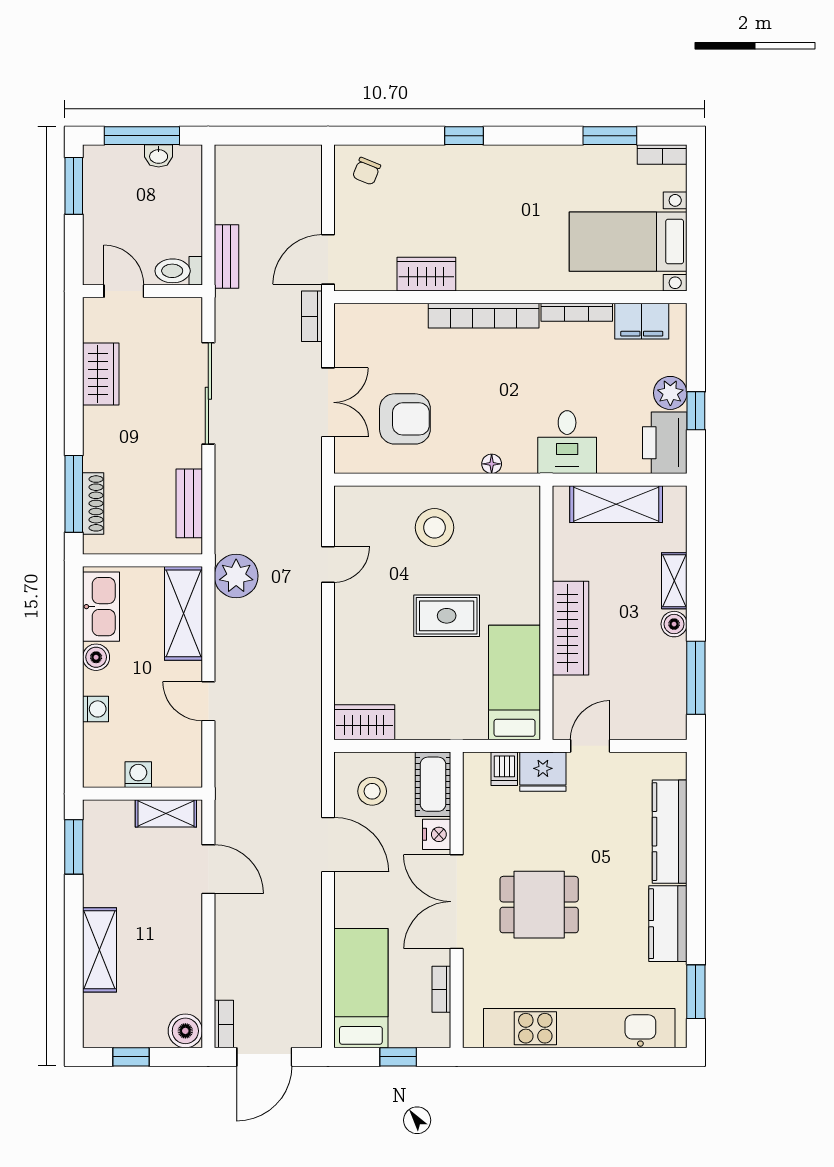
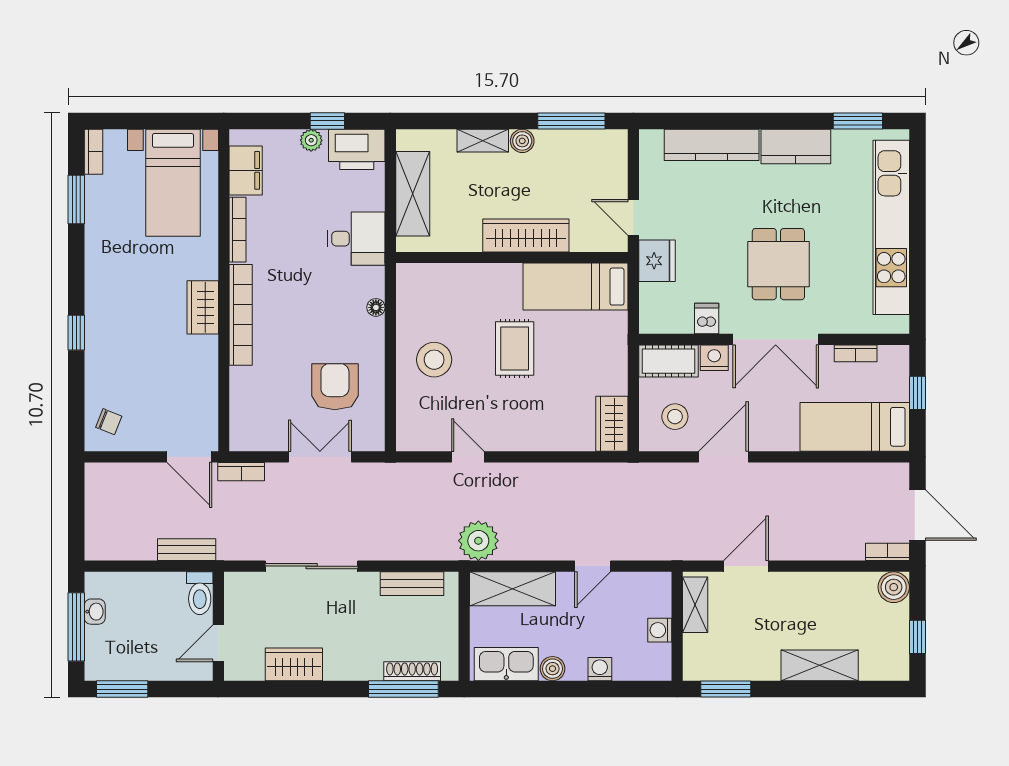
wardrobe: (426, 274) -> (203, 307), moved
plant: (670, 393) -> (311, 140), width x0.73, depth x0.73
dishwasher: (504, 769) -> (707, 319), moved, turned -90

